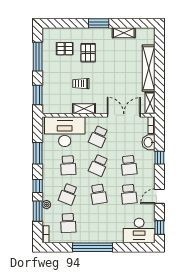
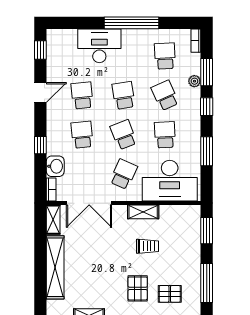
school desk: (99, 165) -> (124, 135), turned -45
school desk: (68, 194) -> (165, 95), turned -45
desk: (139, 230) -> (99, 46), moved

